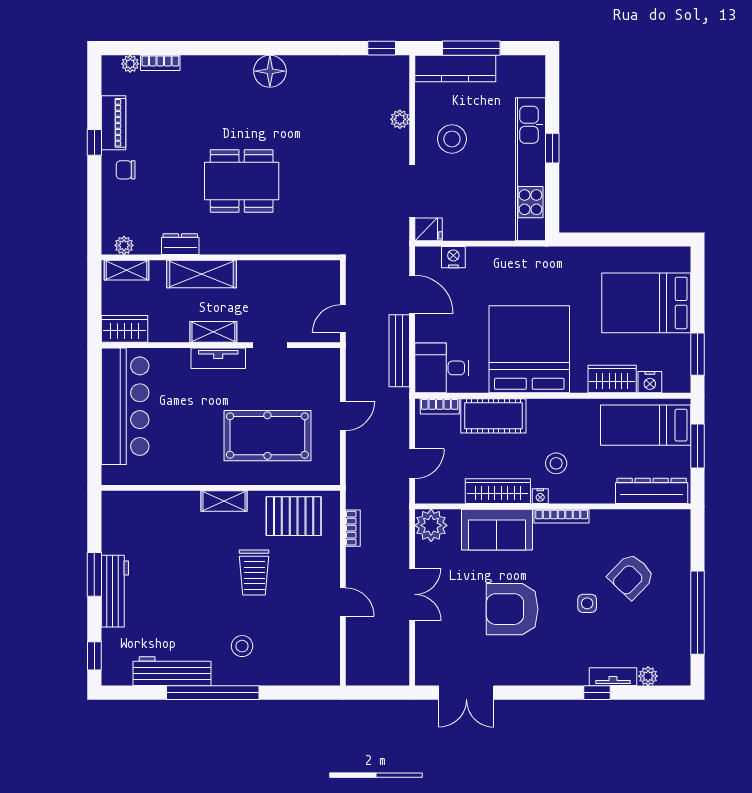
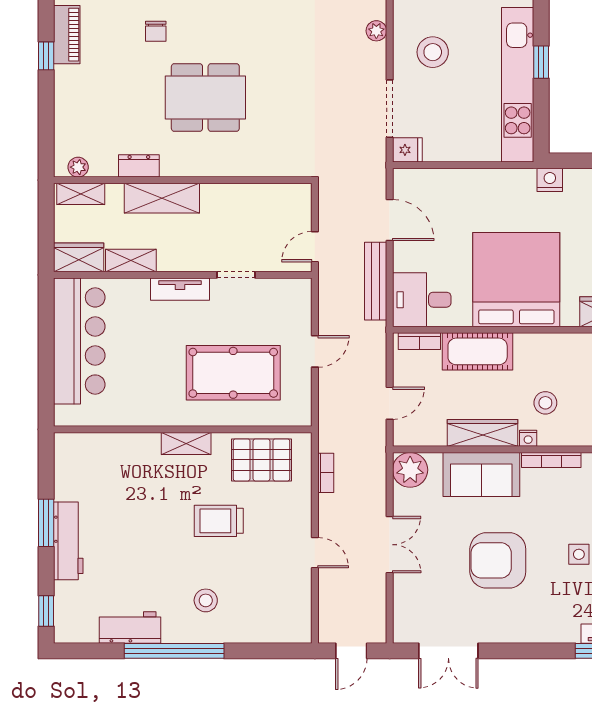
chair: (126, 170) -> (156, 31), moved, turned -90
nightstand: (453, 257) -> (550, 180), moved
shelving: (213, 332) -> (131, 261), moved
trolley: (254, 572) -> (219, 521), turned 90
workbench: (172, 671) -> (130, 628), width x0.73
door: (377, 693) -> (351, 651), added

